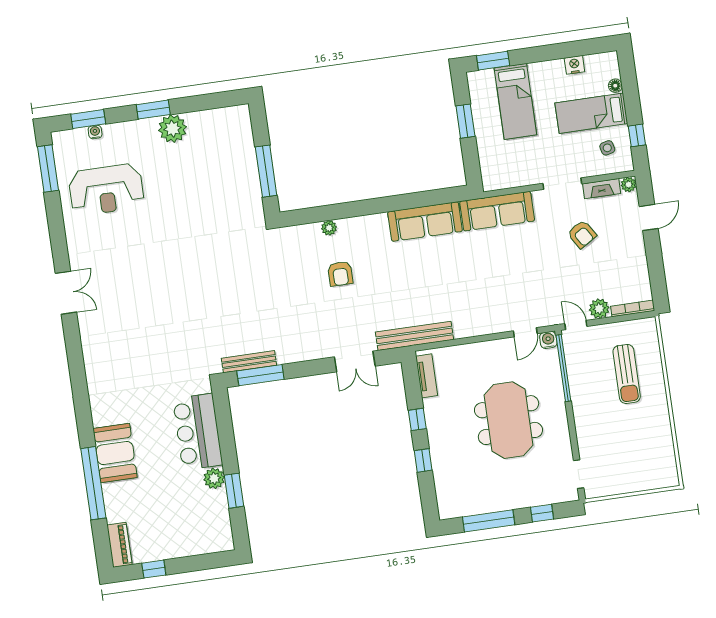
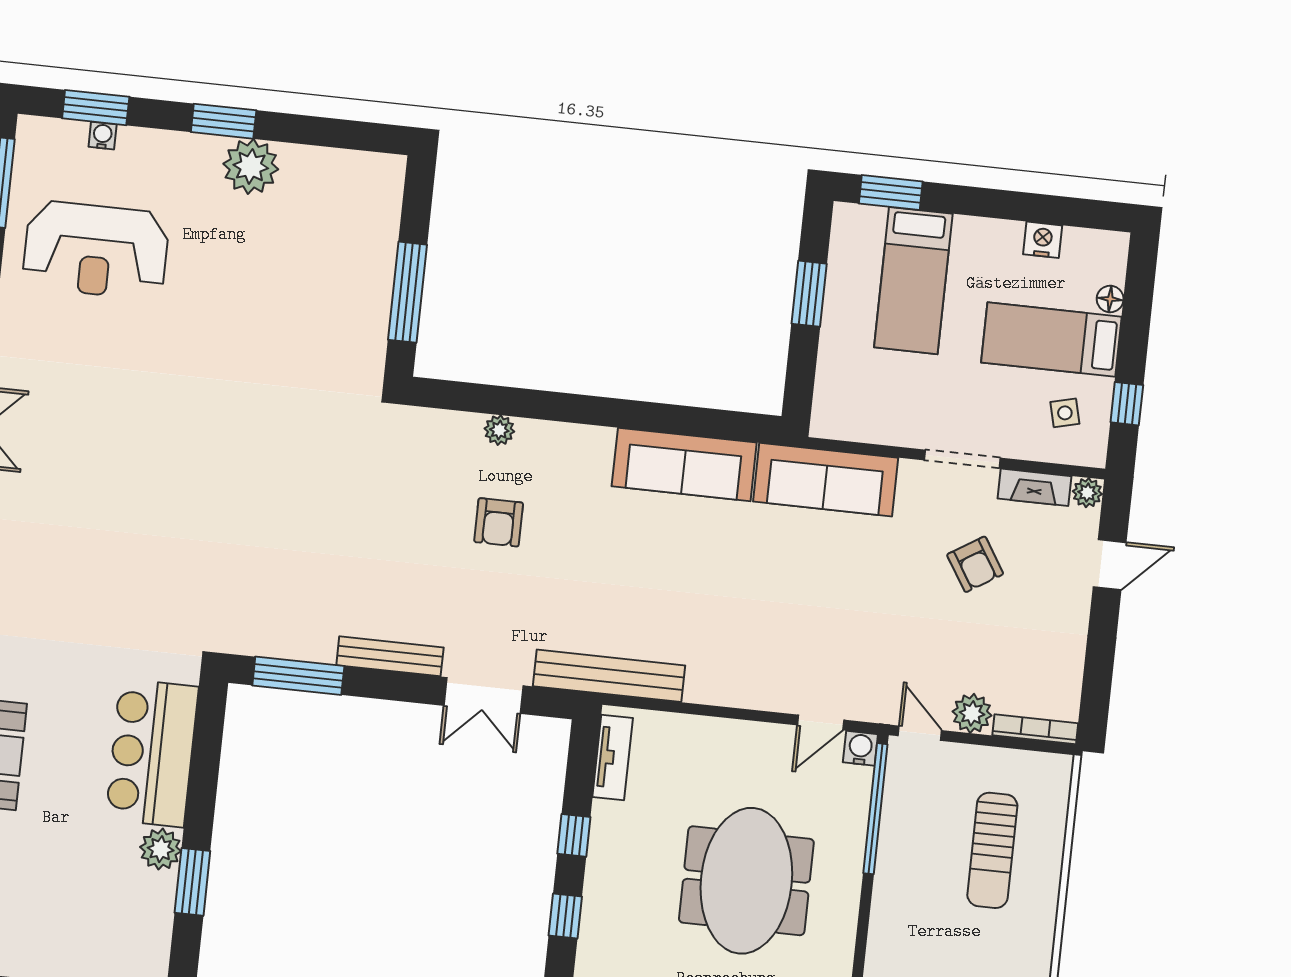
bench: (249, 362) -> (390, 656), moved

